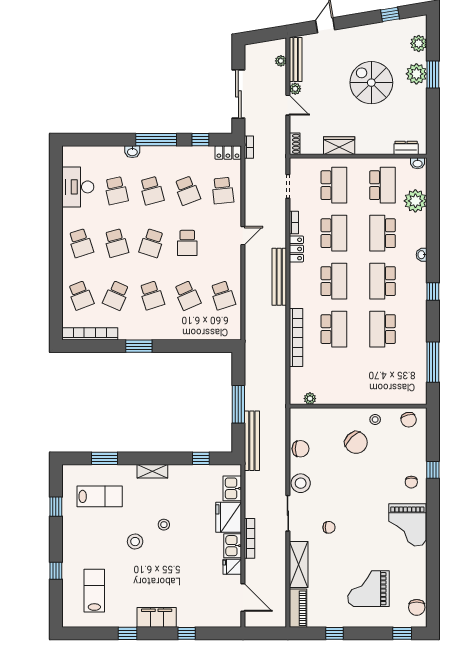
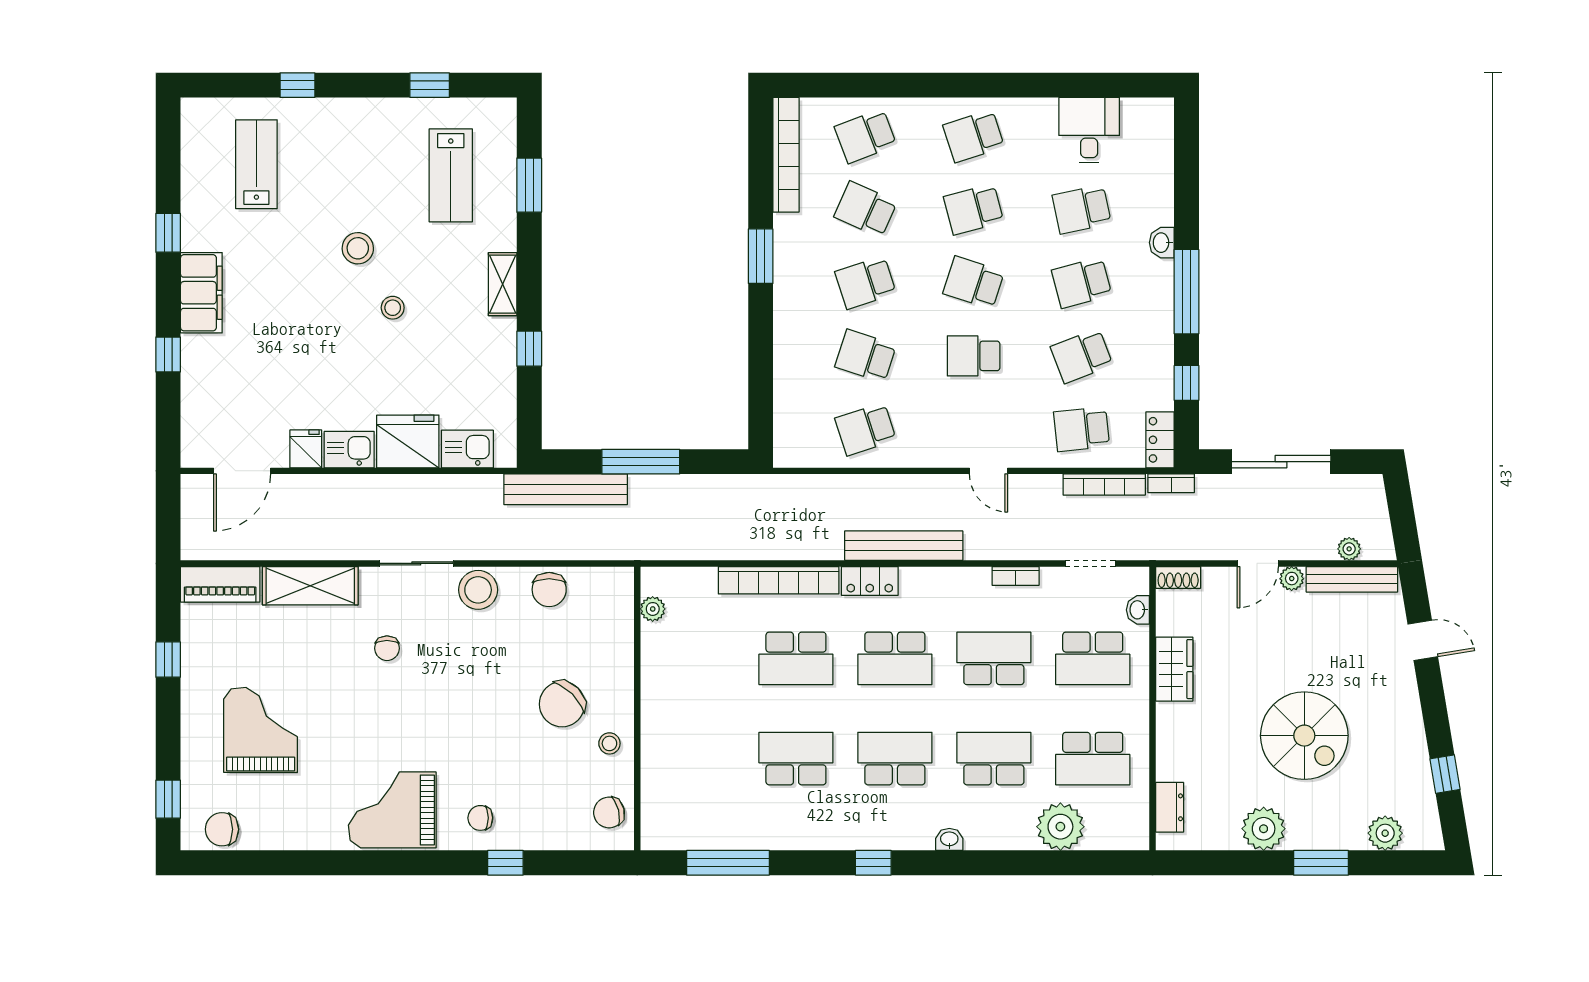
plant: (416, 74) -> (1264, 829), moved
spiral stairs: (371, 83) -> (1304, 736), turned 90
washbasin: (418, 163) -> (1138, 610), moved
desk: (78, 187) -> (1089, 130), width x0.73
school desk: (334, 233) -> (994, 658), turned 180
locker: (296, 249) -> (870, 581), moved
school desk: (187, 295) -> (866, 356), turned 42
window: (201, 458) -> (529, 349), moved
bookcase: (250, 538) -> (1104, 484), moved
lab bench: (94, 591) -> (256, 164), turned -90

